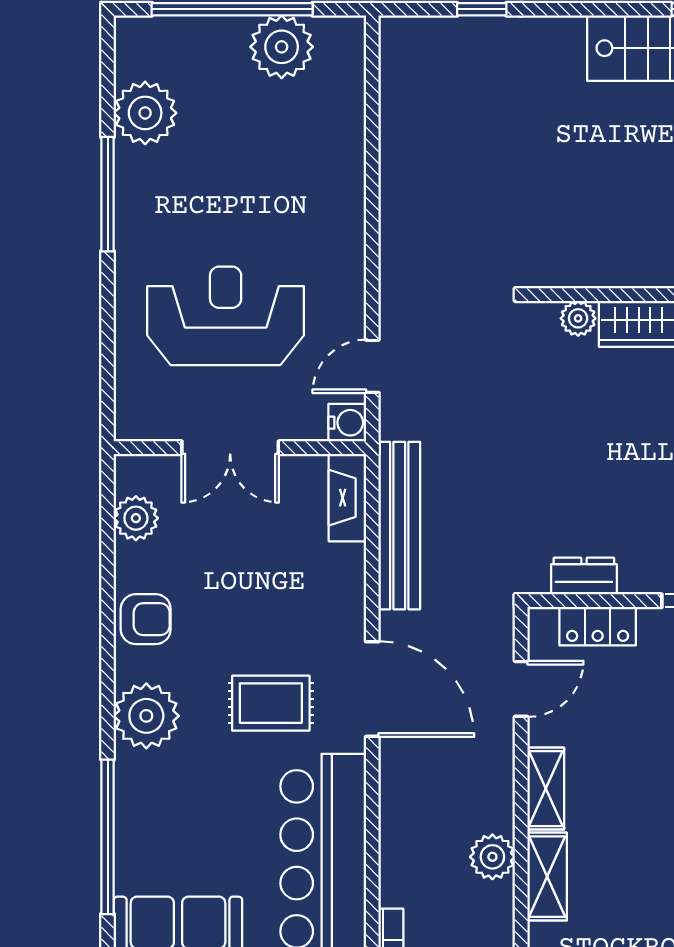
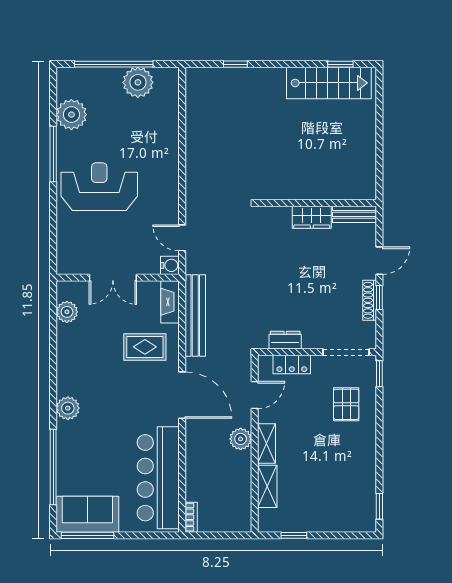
reception desk: (226, 316) -> (99, 187), moved
plant: (578, 318) -> (282, 215), removed
door: (372, 366) -> (182, 238), hinge flipped
armchair: (146, 619) -> (72, 361), removed
rug: (271, 703) -> (145, 347), moved
plant: (146, 716) -> (68, 408), width x0.73, depth x0.73
plant: (492, 857) -> (241, 439), moved

